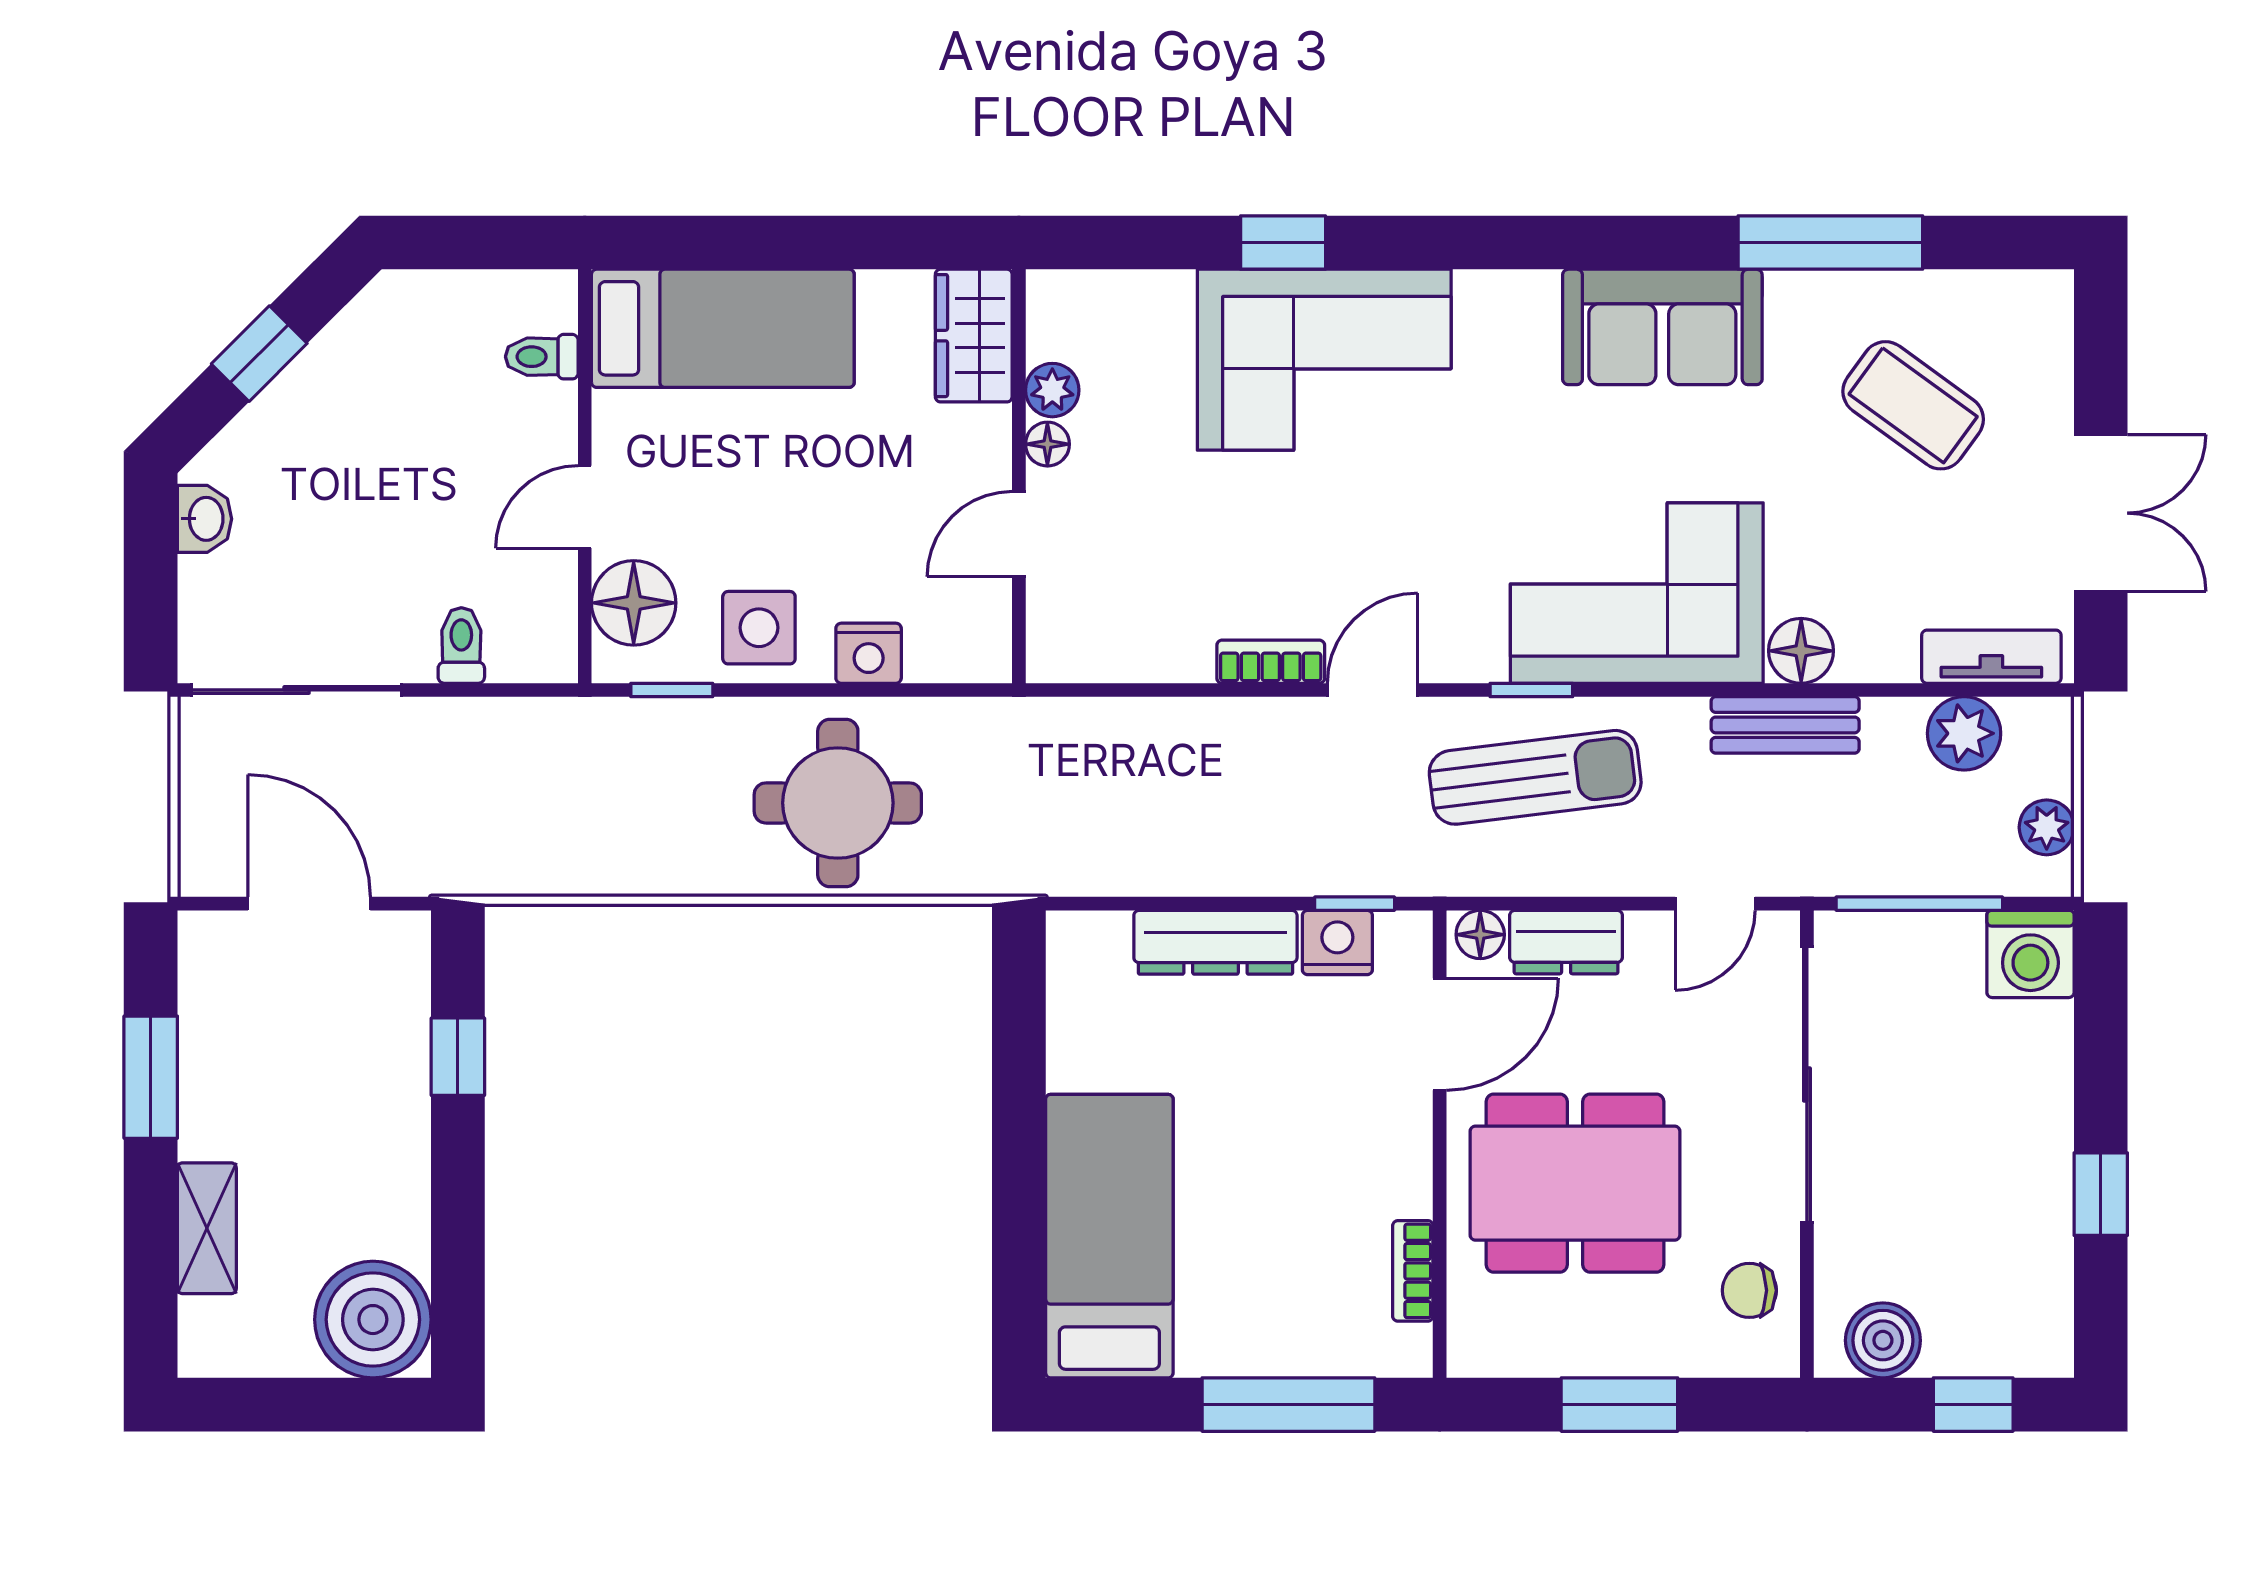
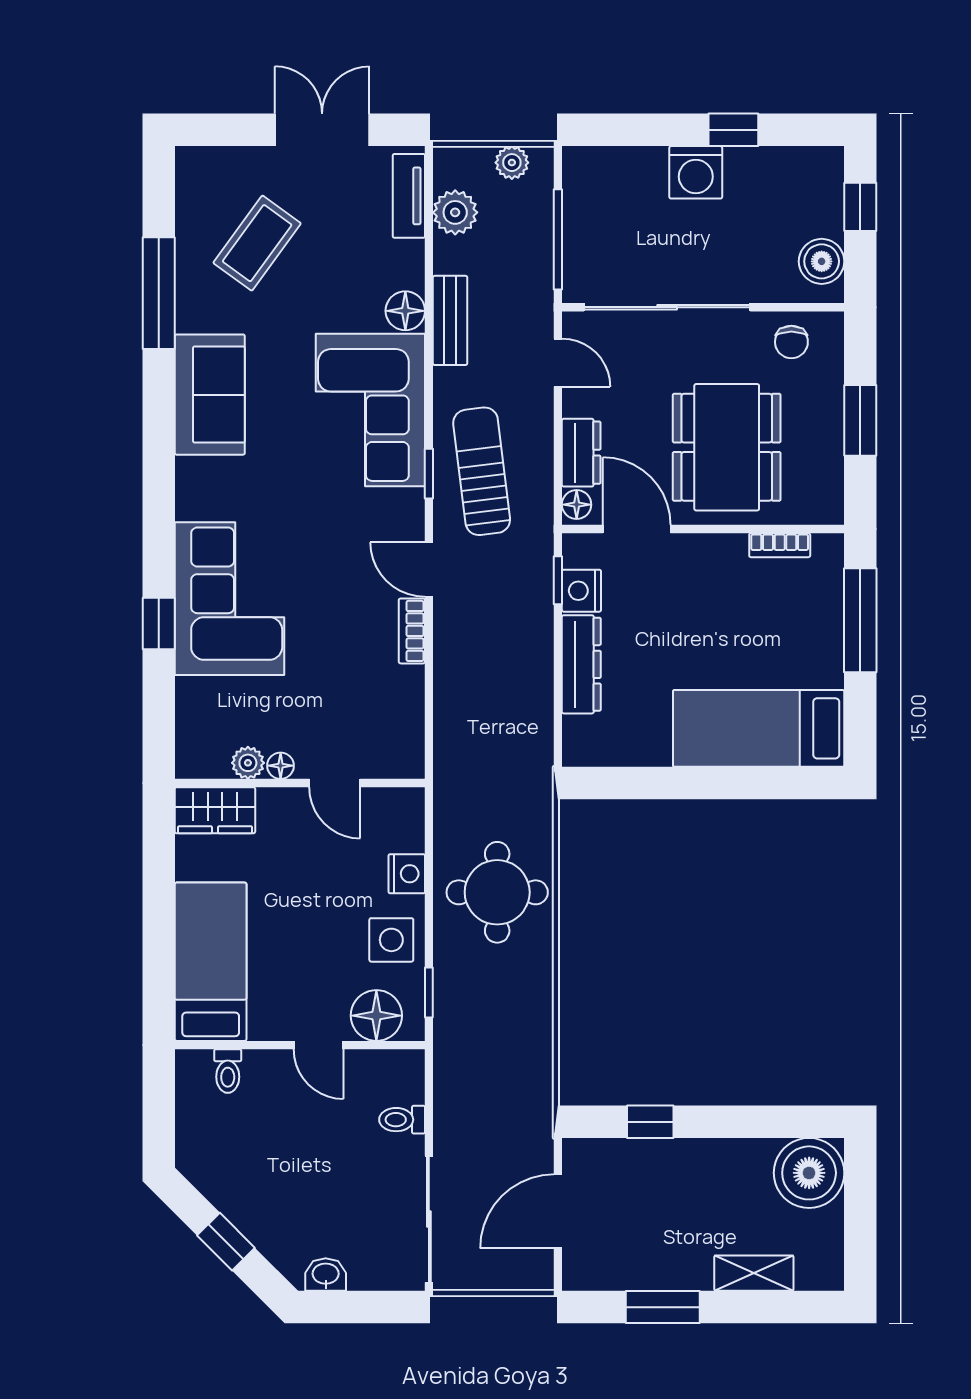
washing machine: (2030, 954) -> (696, 172), moved, turned 90

